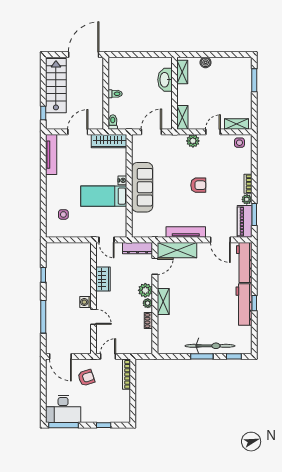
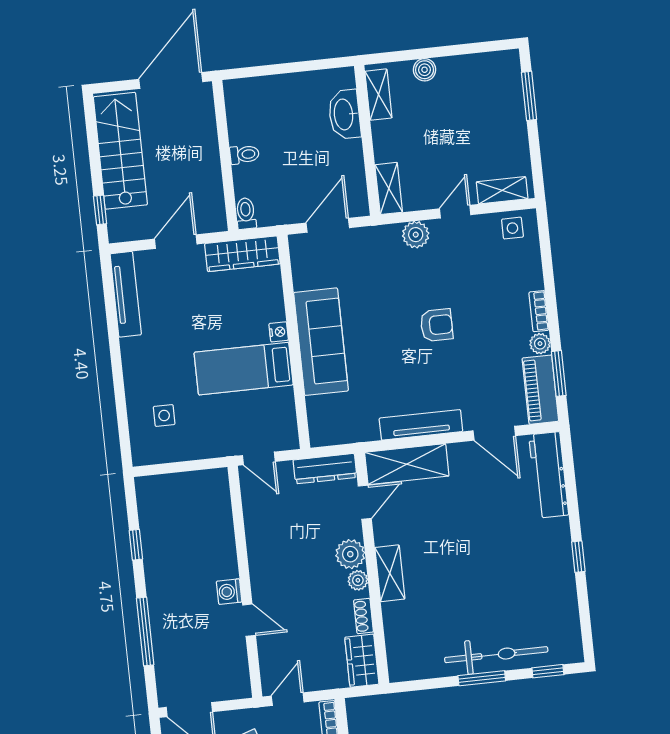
wardrobe: (103, 279) -> (362, 661), moved, turned 180
workbench: (244, 304) -> (557, 562), removed

